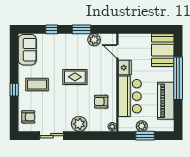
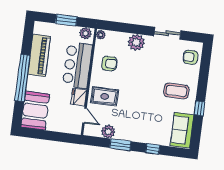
rug: (75, 77) -> (105, 96), moved
window: (14, 90) -> (199, 108), moved
plant: (142, 126) -> (85, 33), moved

